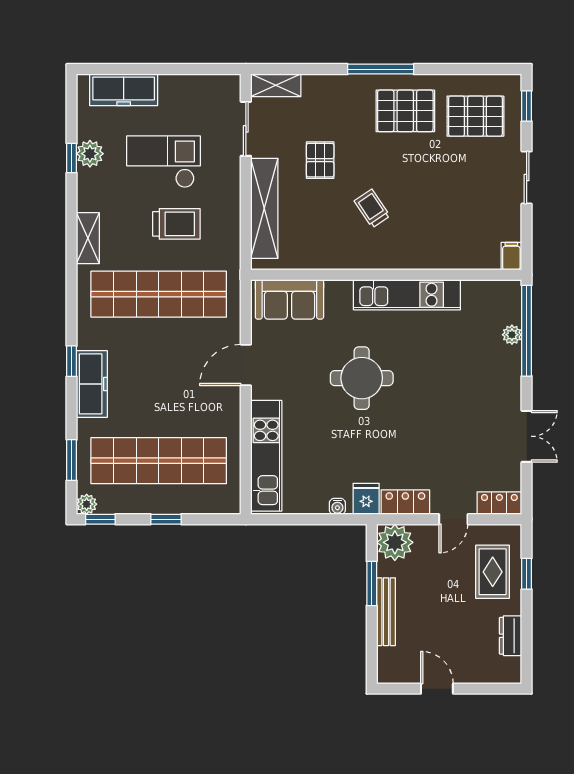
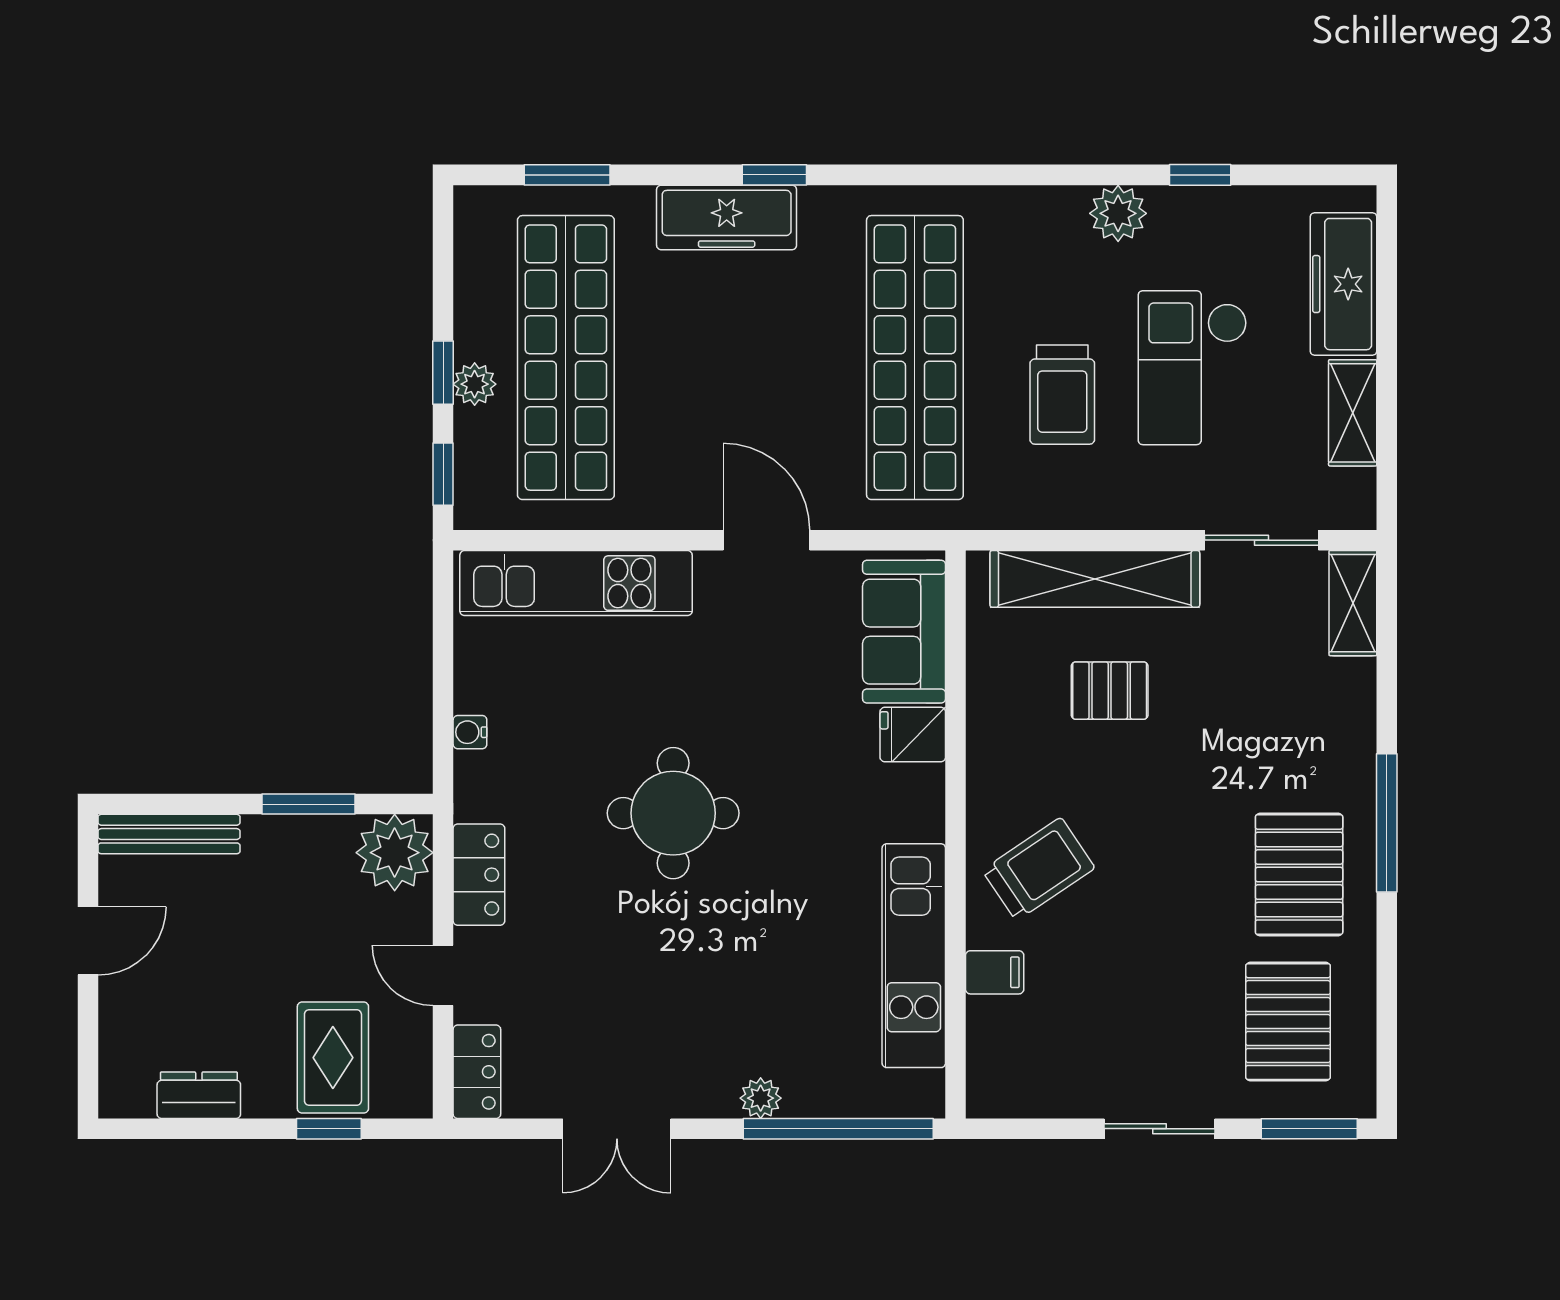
window: (527, 106) -> (1309, 1129), width x1.50
plant: (90, 154) -> (1118, 213), moved
pallet: (320, 160) -> (1110, 691), moved
checkout: (164, 162) -> (1192, 368), turned 180
trolley: (372, 208) -> (1038, 869), moved, width x1.36, depth x1.39
shelving: (88, 238) -> (1353, 413), moved, turned 90
filing cabinet: (511, 256) -> (995, 972), moved
kitchen unit: (407, 295) -> (914, 956), moved
plant: (512, 335) -> (761, 1098), moved
round table: (362, 378) -> (673, 813), moved
fridge: (366, 499) -> (913, 735), moved, turned 180
plant: (87, 504) -> (475, 384), moved
window: (100, 519) -> (443, 474), moved
rug: (493, 572) -> (333, 1058), turned 90
bench: (386, 612) -> (169, 834), moved

